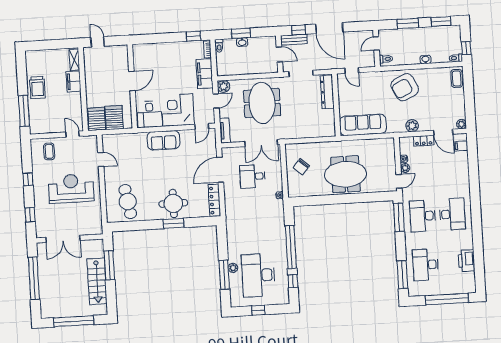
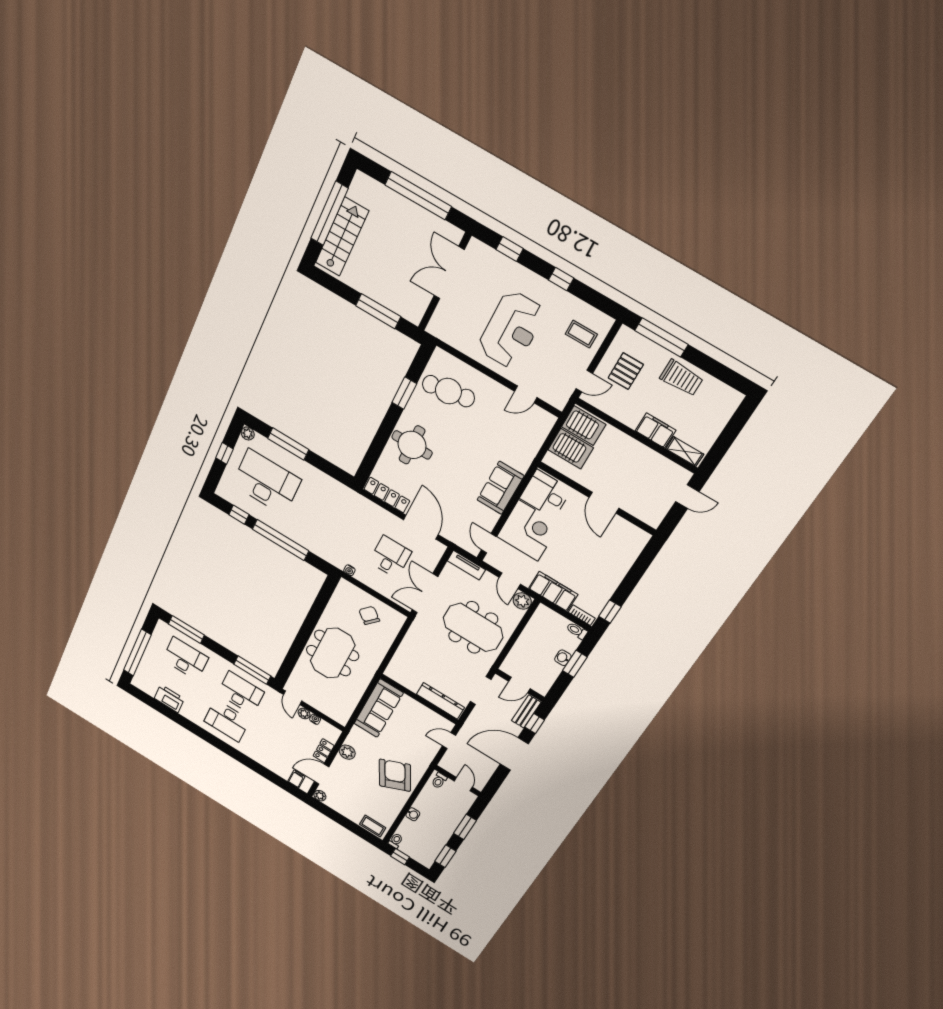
trolley: (37, 87) -> (681, 378), turned 180
pallet: (53, 117) -> (626, 371), added
window: (173, 223) -> (404, 393), moved
plant: (233, 268) -> (248, 433), moved
stairs: (97, 281) -> (342, 237), moved, turned 90

